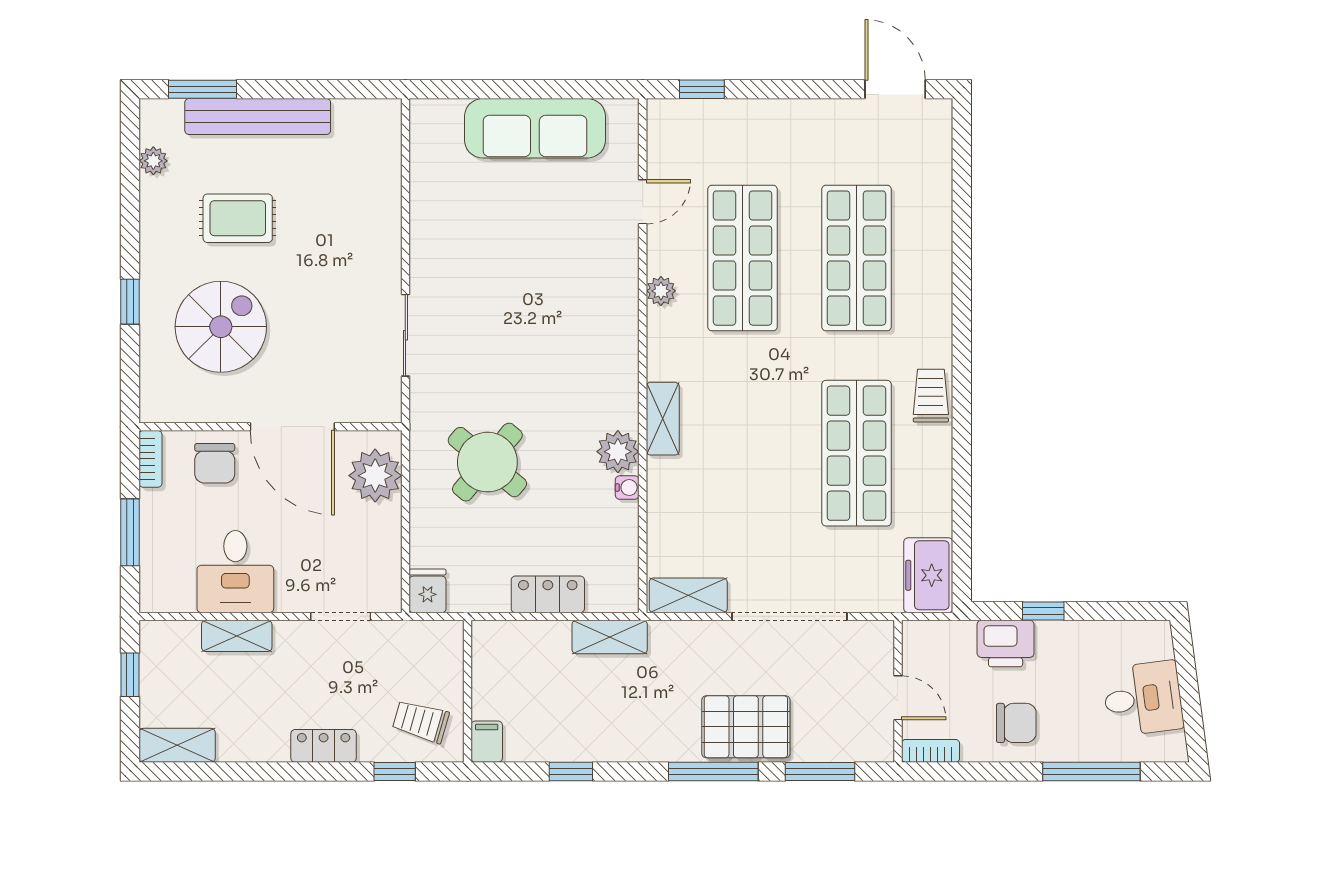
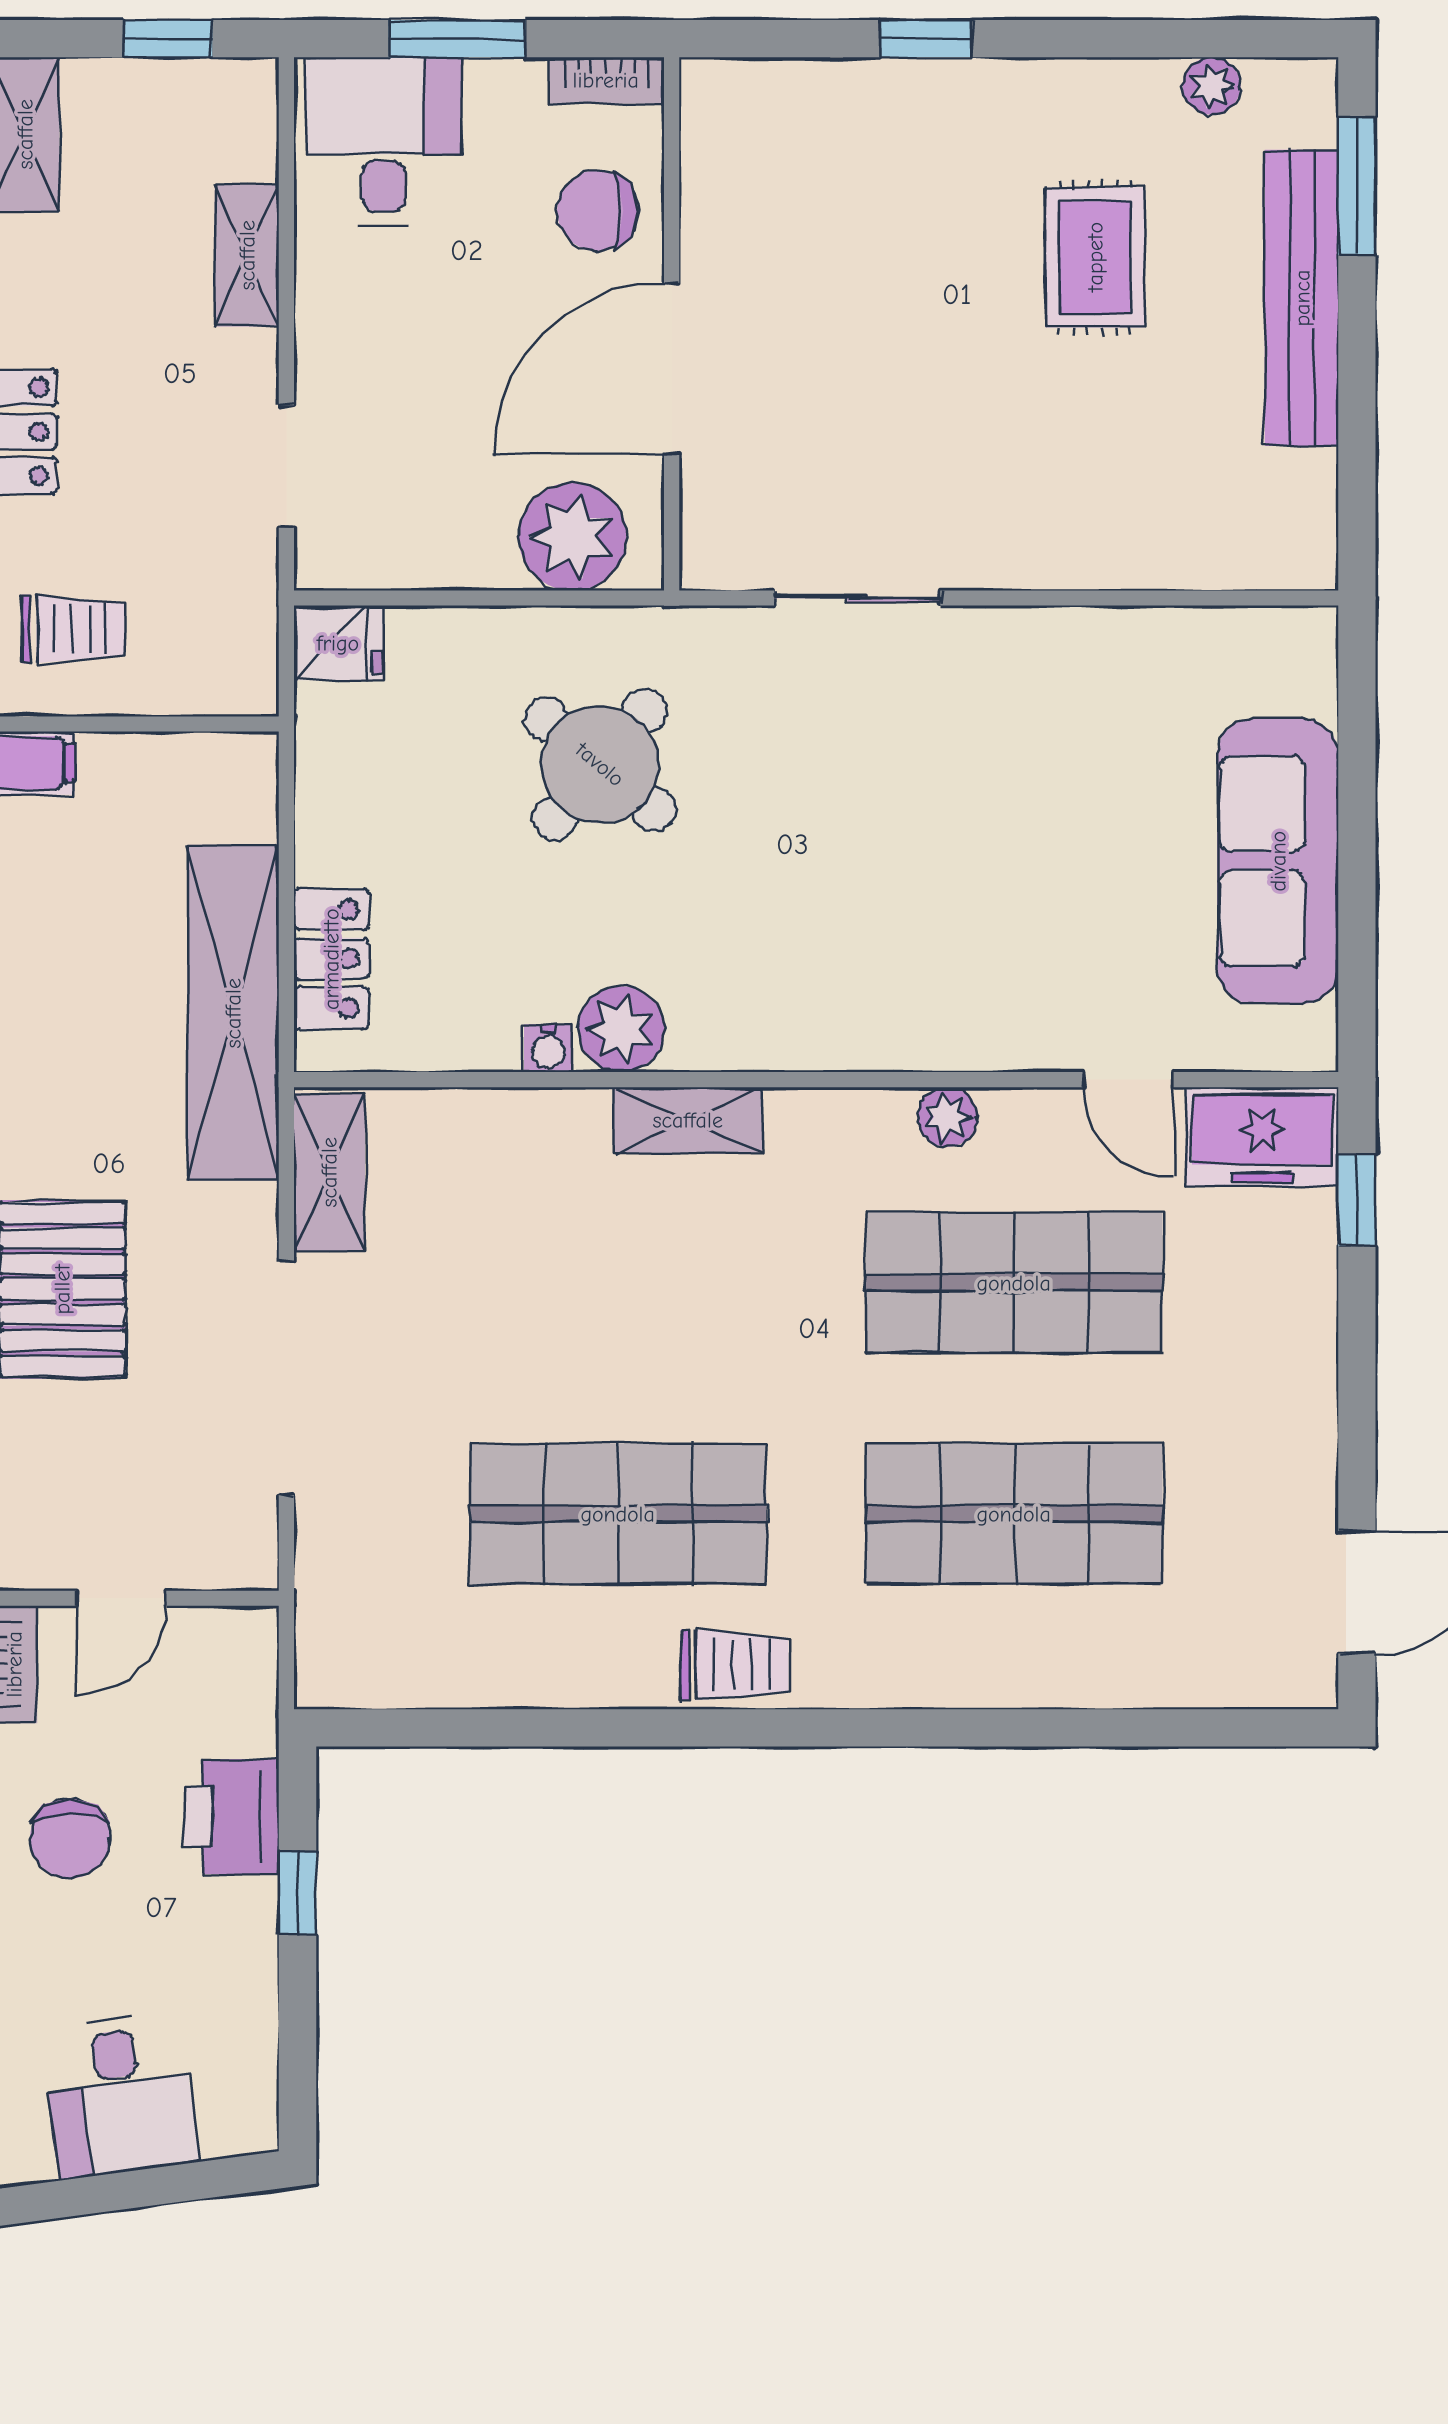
spiral stairs: (221, 327) -> (875, 223), removed
desk: (235, 572) -> (384, 141), moved, turned 90
freezer: (928, 575) -> (1262, 1137), moved, turned 180
locker: (548, 594) -> (331, 959), moved
shelving: (610, 637) -> (233, 1013), width x2.20, depth x1.33
trolley: (421, 721) -> (73, 629), turned 74

